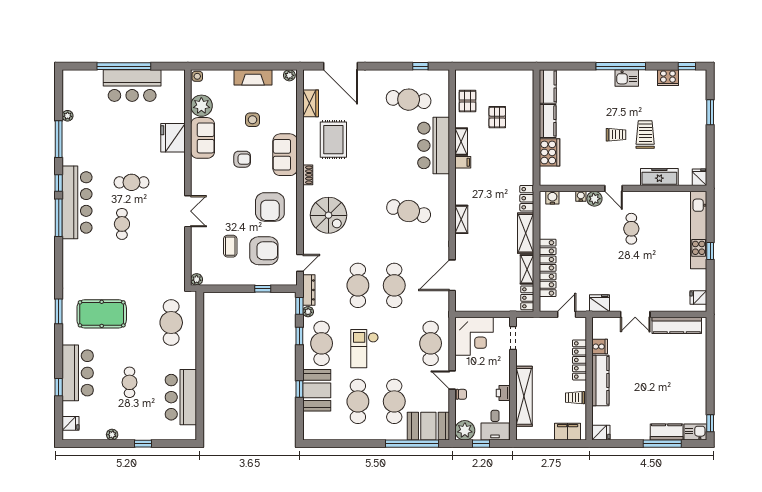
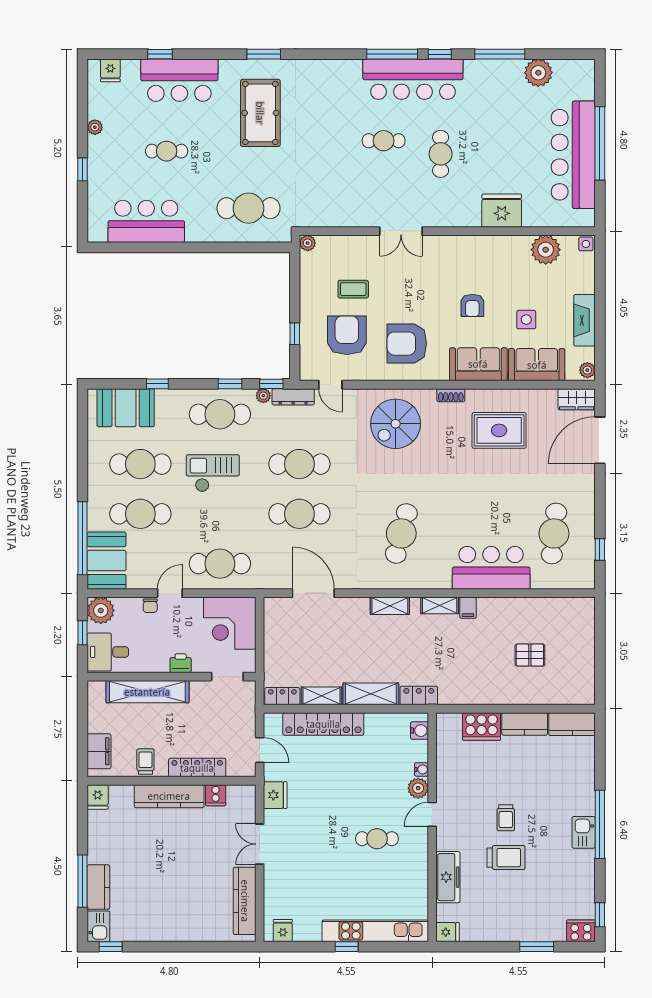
cooker: (668, 78) -> (581, 931), moved, turned 90
bar counter: (132, 86) -> (573, 155), width x1.36
pallet: (468, 101) -> (552, 614), removed
wardrobe: (311, 103) -> (577, 399), moved
plant: (68, 116) -> (538, 73), width x1.88, depth x1.88
sofa: (203, 138) -> (537, 365), moved, turned 180
shelving: (461, 142) -> (440, 605), moved
armchair: (264, 251) -> (347, 335), turned 180
booth: (317, 390) -> (126, 408), moved
printer: (503, 393) -> (181, 663), moved

